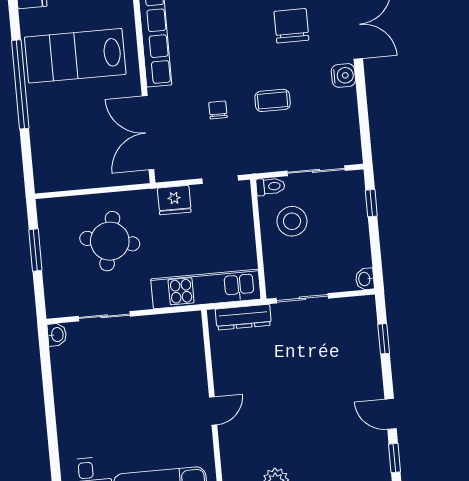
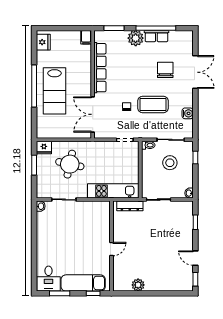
lab bench: (75, 56) -> (55, 91), moved, turned -90
water cooler: (343, 75) -> (188, 113), moved
coffee table: (273, 100) -> (153, 104), width x1.86, depth x1.72
fridge: (174, 200) -> (44, 147), moved
stool: (292, 221) -> (170, 163), moved

